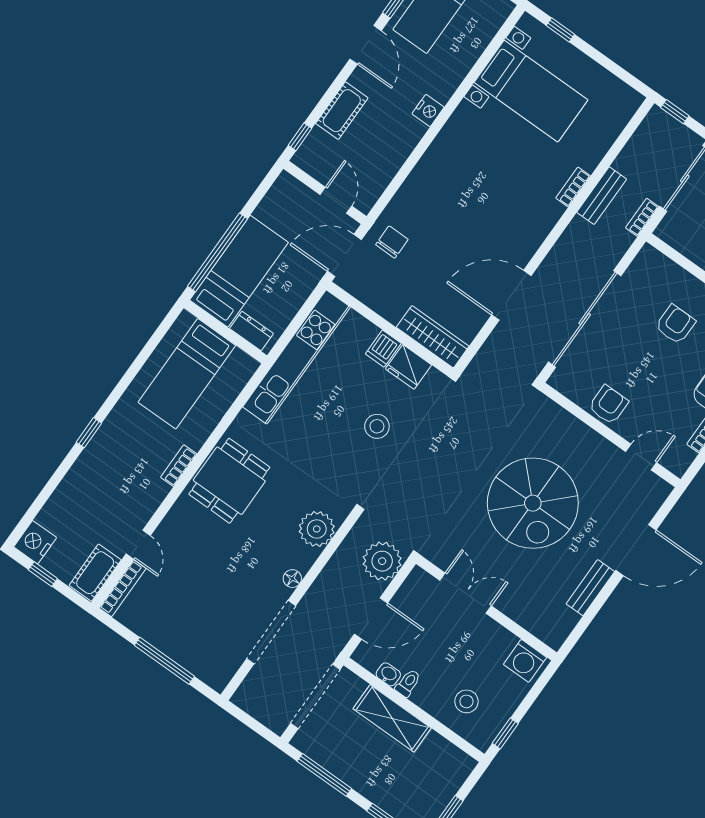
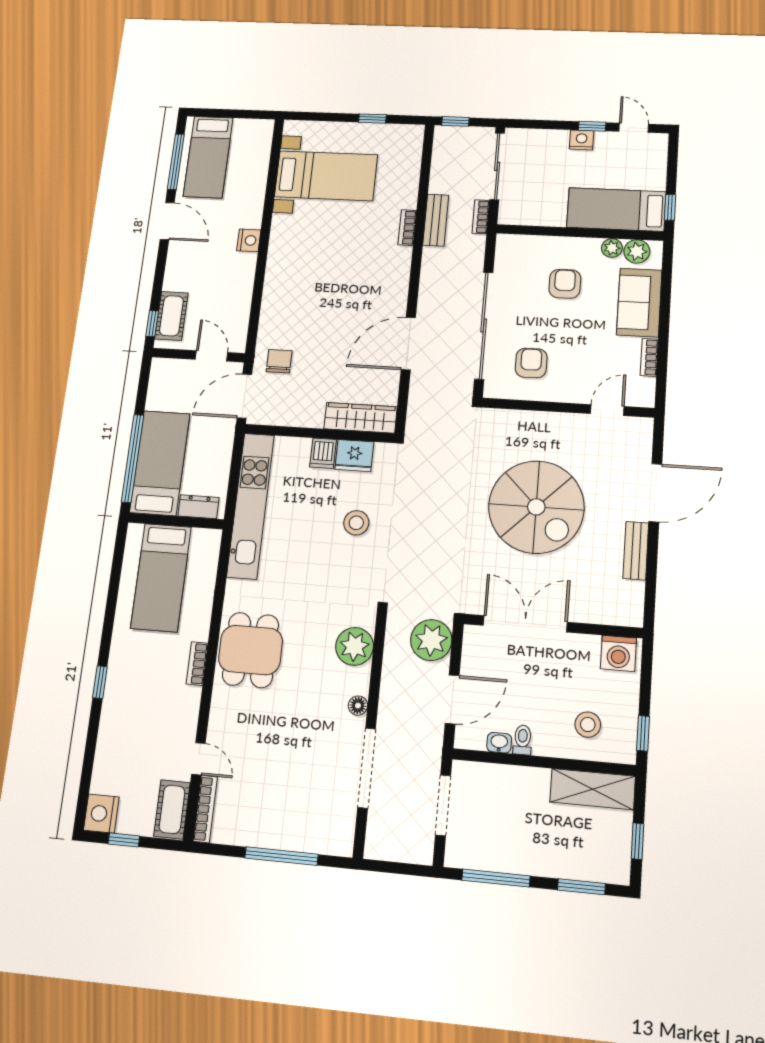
window: (560, 30) -> (372, 119), moved
cot: (342, 111) -> (171, 316), moved
armchair: (608, 405) -> (531, 363), moved
double door: (466, 593) -> (525, 624), width x1.37
doorway: (315, 696) -> (443, 805), width x0.73
shelving: (392, 718) -> (593, 789), moved

